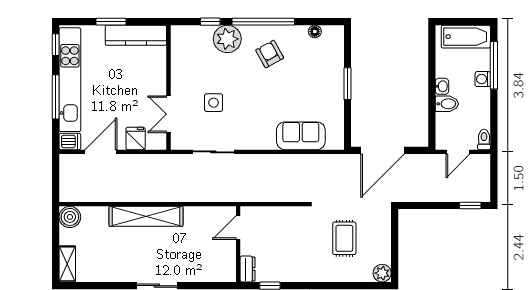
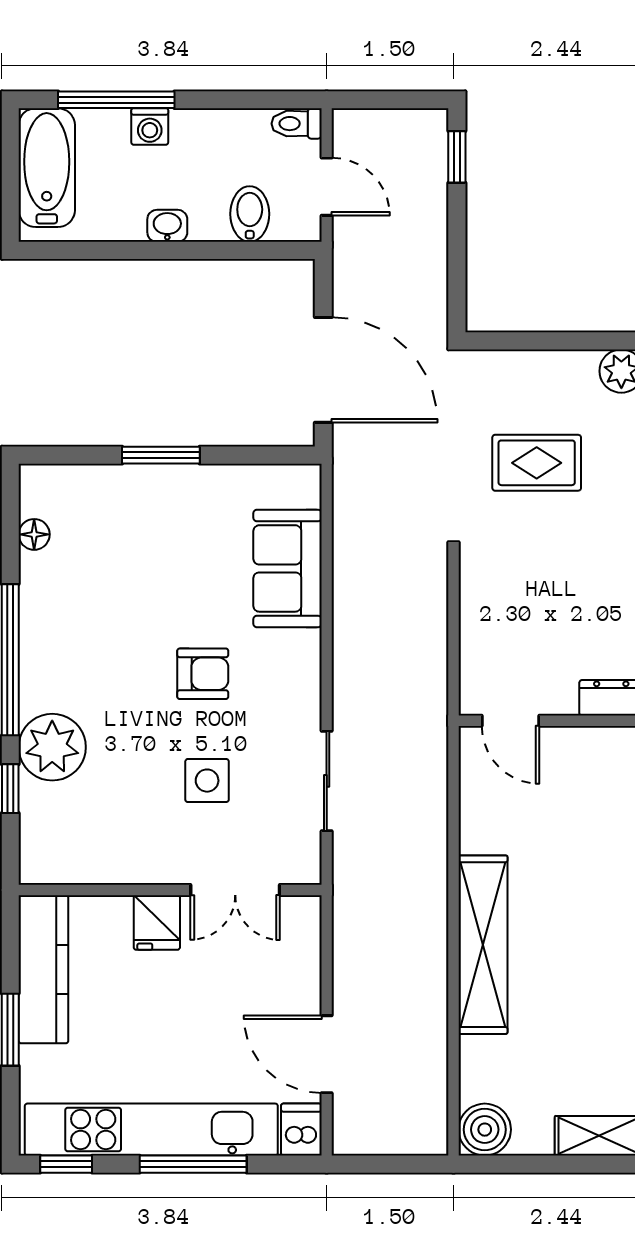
armchair: (270, 54) -> (203, 674), moved, turned -151
bidet: (447, 104) -> (250, 214), moved
fridge: (136, 138) -> (157, 922), moved, turned -90

